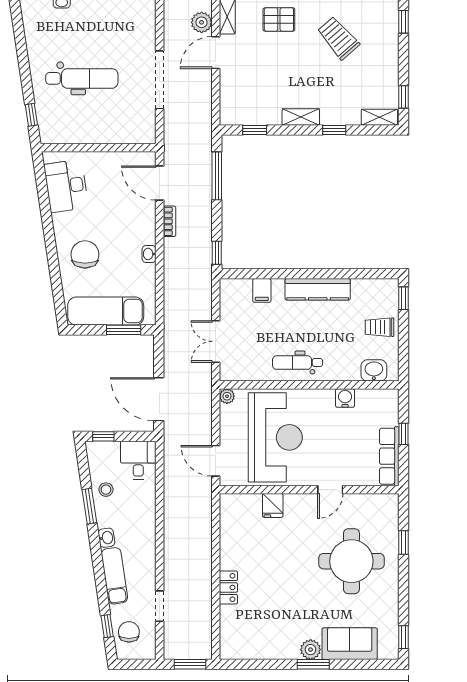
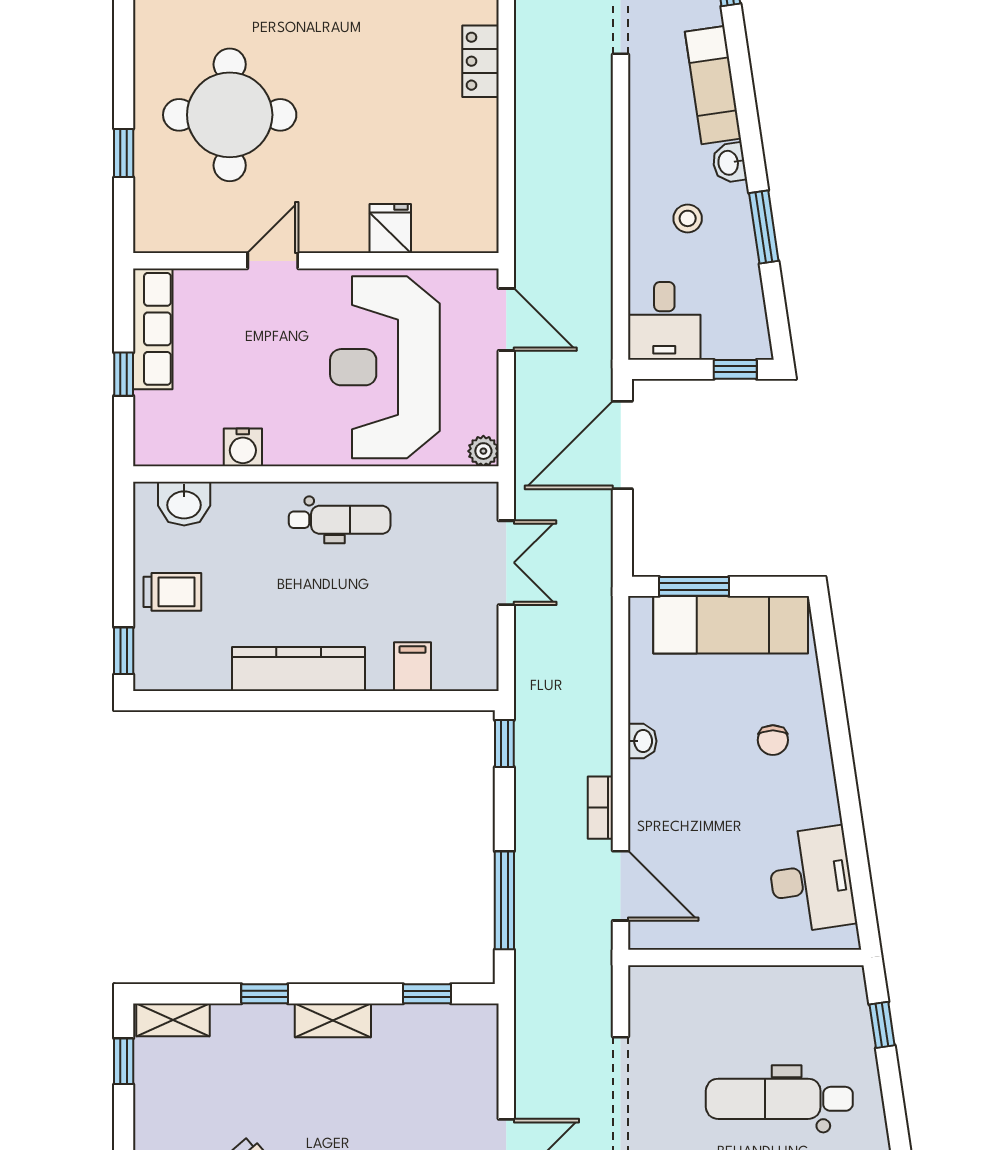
chair: (85, 254) -> (773, 740), width x0.54, depth x0.54
door: (159, 399) -> (622, 445), swing flipped
stool: (106, 490) -> (688, 218), moved

